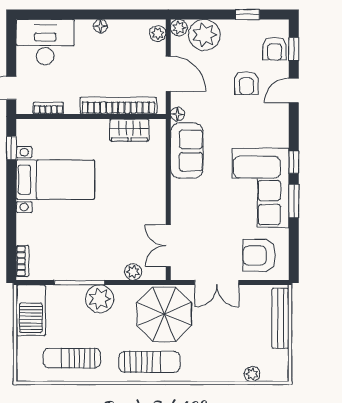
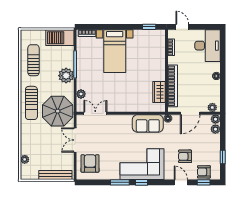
plant: (204, 35) -> (215, 129), width x0.53, depth x0.53
bed with nightstands: (55, 180) -> (115, 51), moved
corner sofa: (261, 188) -> (142, 164), moved

